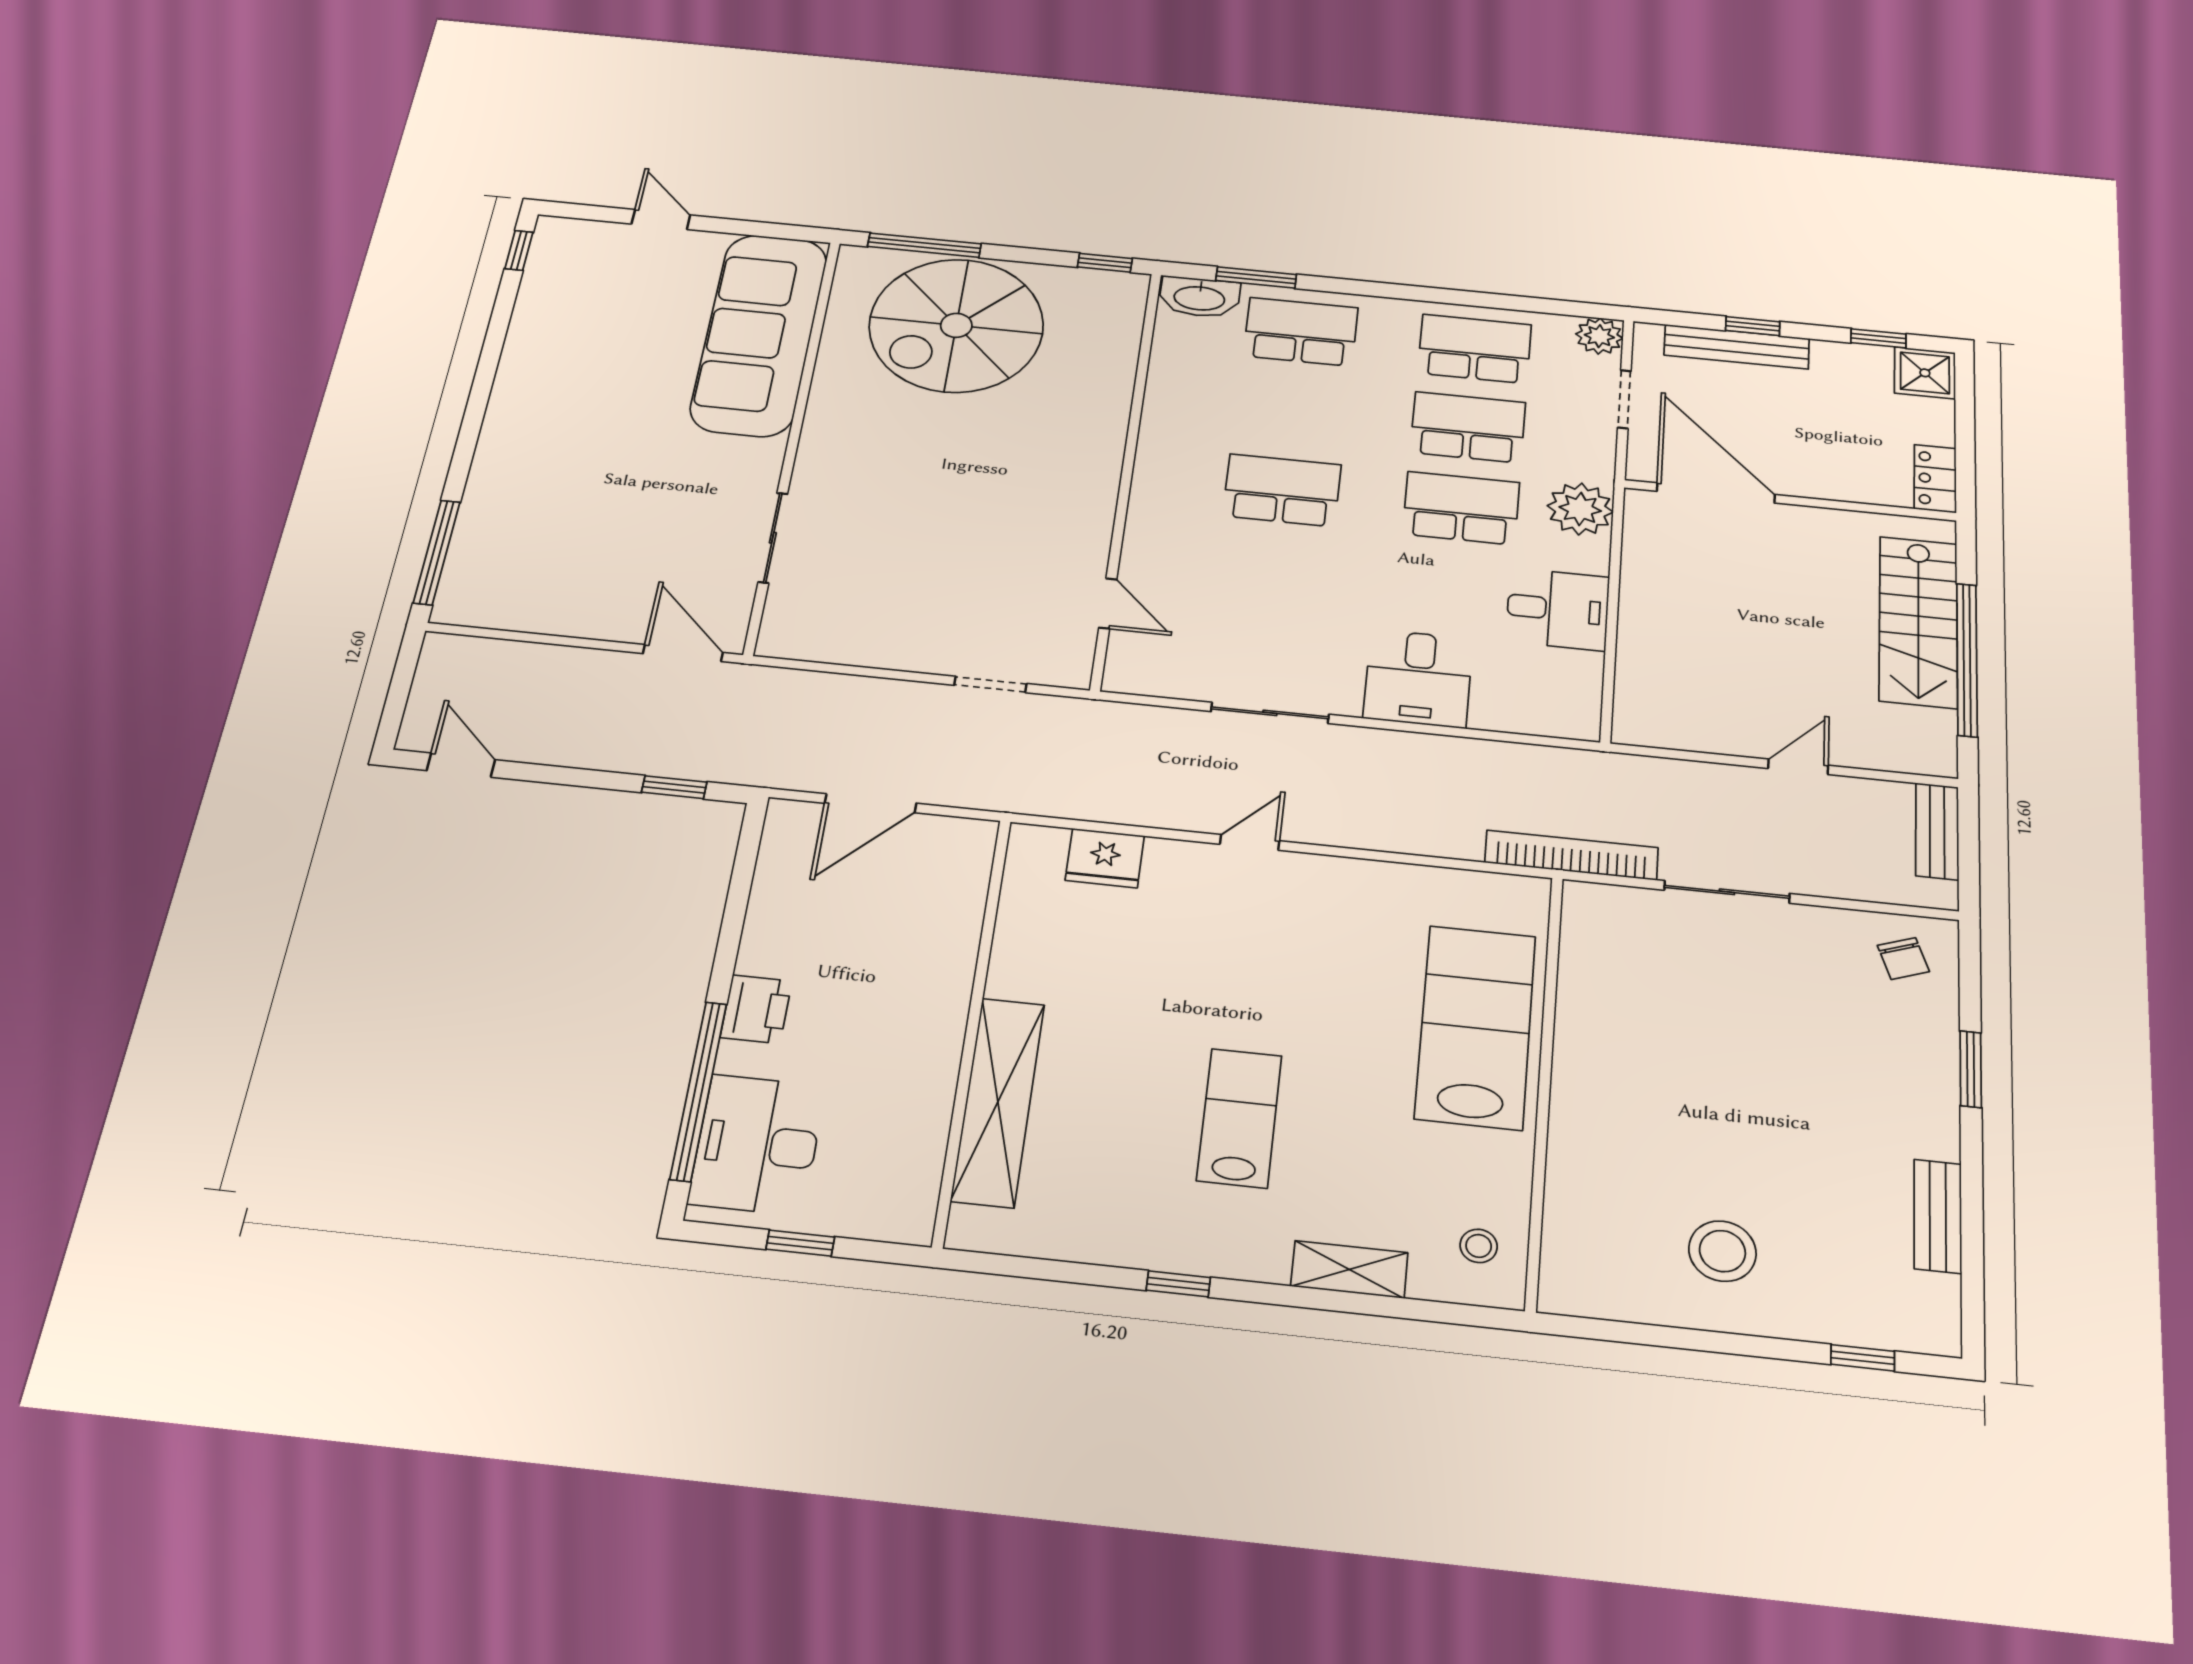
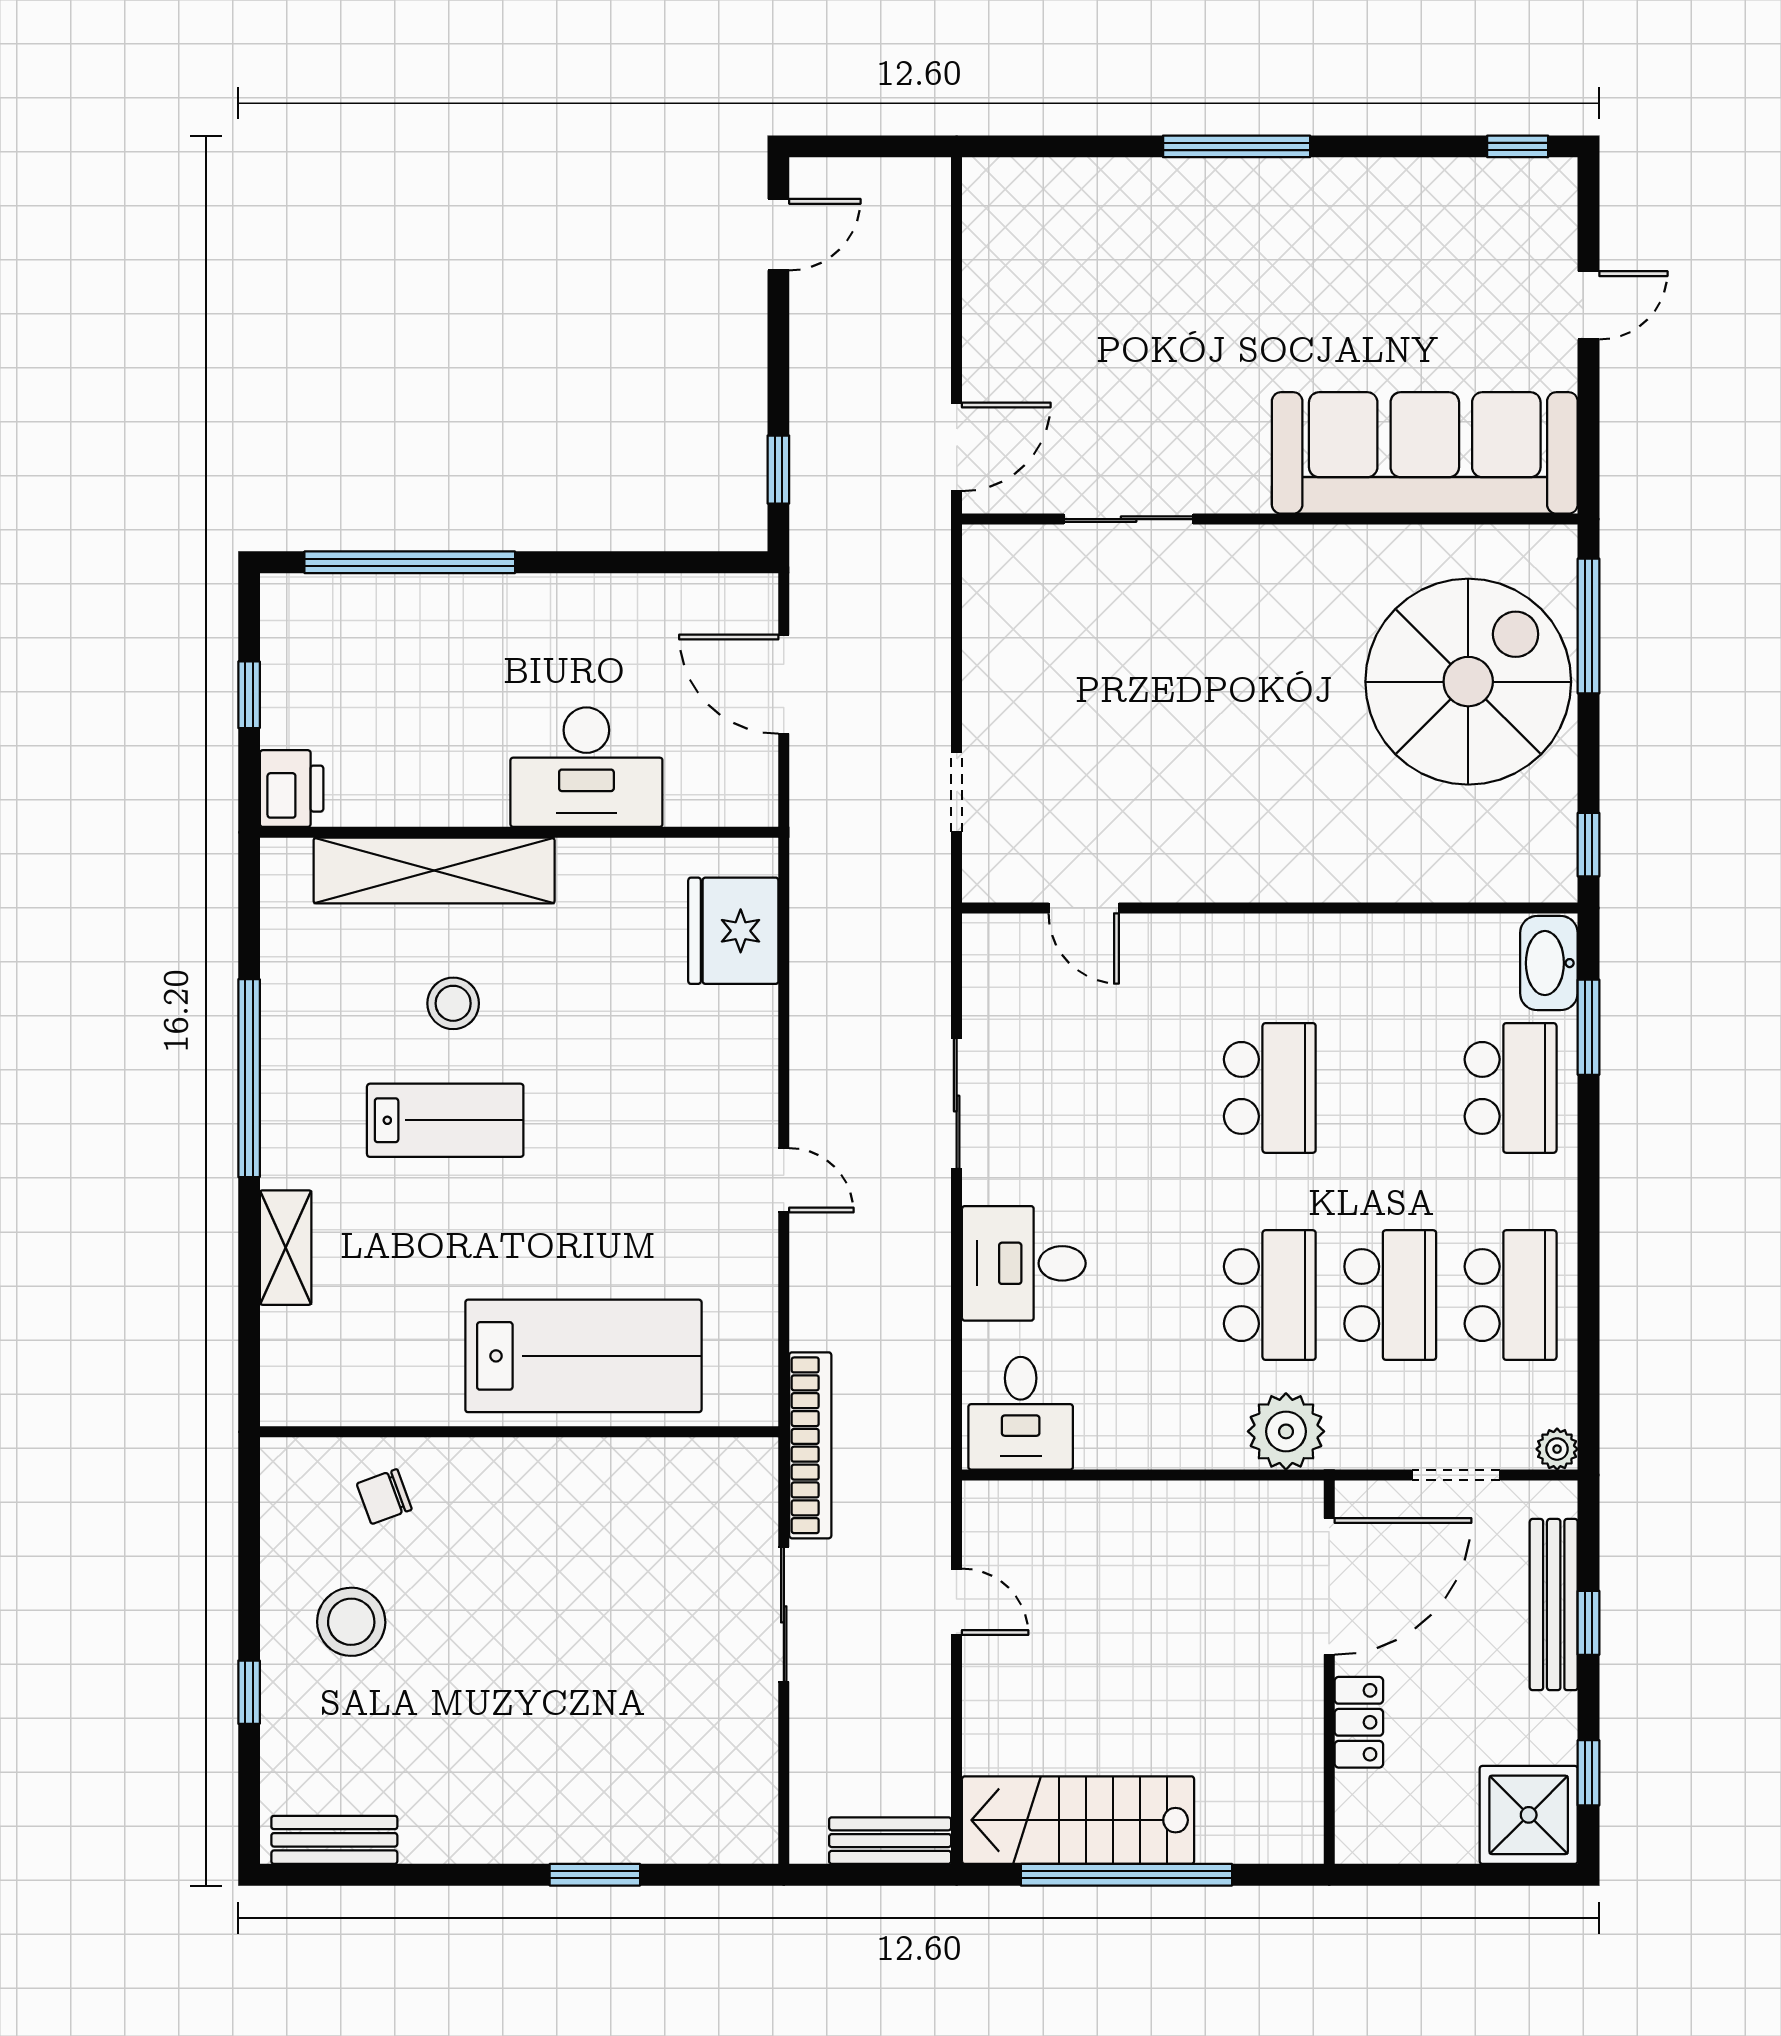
spiral stairs: (956, 325) -> (1468, 682), turned 90
plant: (1599, 336) -> (1557, 1449), width x0.73, depth x0.73
shower: (1925, 373) -> (1529, 1815), width x1.36, depth x1.36
locker: (1935, 479) -> (1359, 1722), moved, turned 90
window: (437, 552) -> (1237, 146), moved
door: (1108, 603) -> (1084, 908), hinge flipped
desk: (1558, 609) -> (1021, 1413), moved
stairs: (1918, 622) -> (1078, 1820), moved
door: (1798, 767) -> (957, 1602), moved
door: (1250, 842) -> (784, 1180), moved
fridge: (1105, 858) -> (733, 931), width x1.36, depth x1.34
chair: (1903, 959) -> (384, 1497), moved
printer: (756, 1009) -> (292, 789), moved, turned -90
desk: (757, 1145) -> (586, 767), moved, turned 180
bench: (1938, 1216) -> (334, 1840), moved
stool: (1479, 1246) -> (453, 1003), moved, width x1.37, depth x1.37
window: (1178, 1284) -> (249, 1078), width x3.17
window: (1863, 1358) -> (249, 1692), moved

